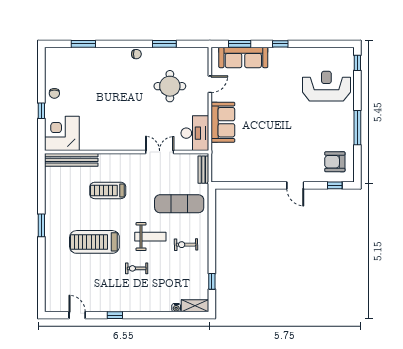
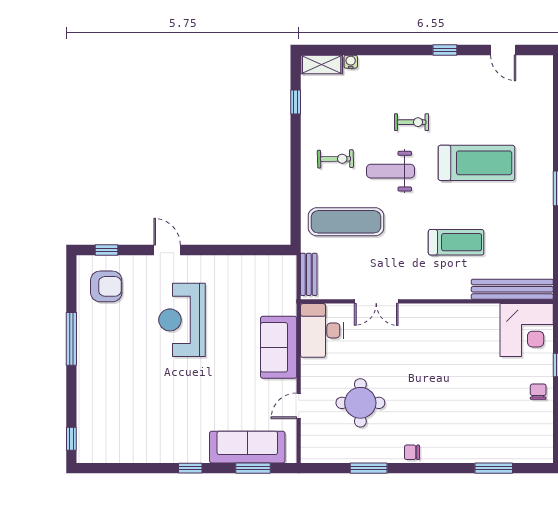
reception desk: (326, 86) -> (182, 320), moved, turned 90

